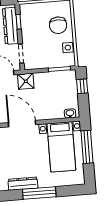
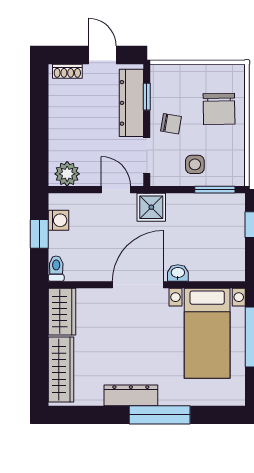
chair: (33, 35) -> (171, 124), added
side table: (68, 48) -> (195, 164), moved
washbasin: (70, 113) -> (178, 273), moved
door: (22, 124) -> (138, 285), hinge flipped

